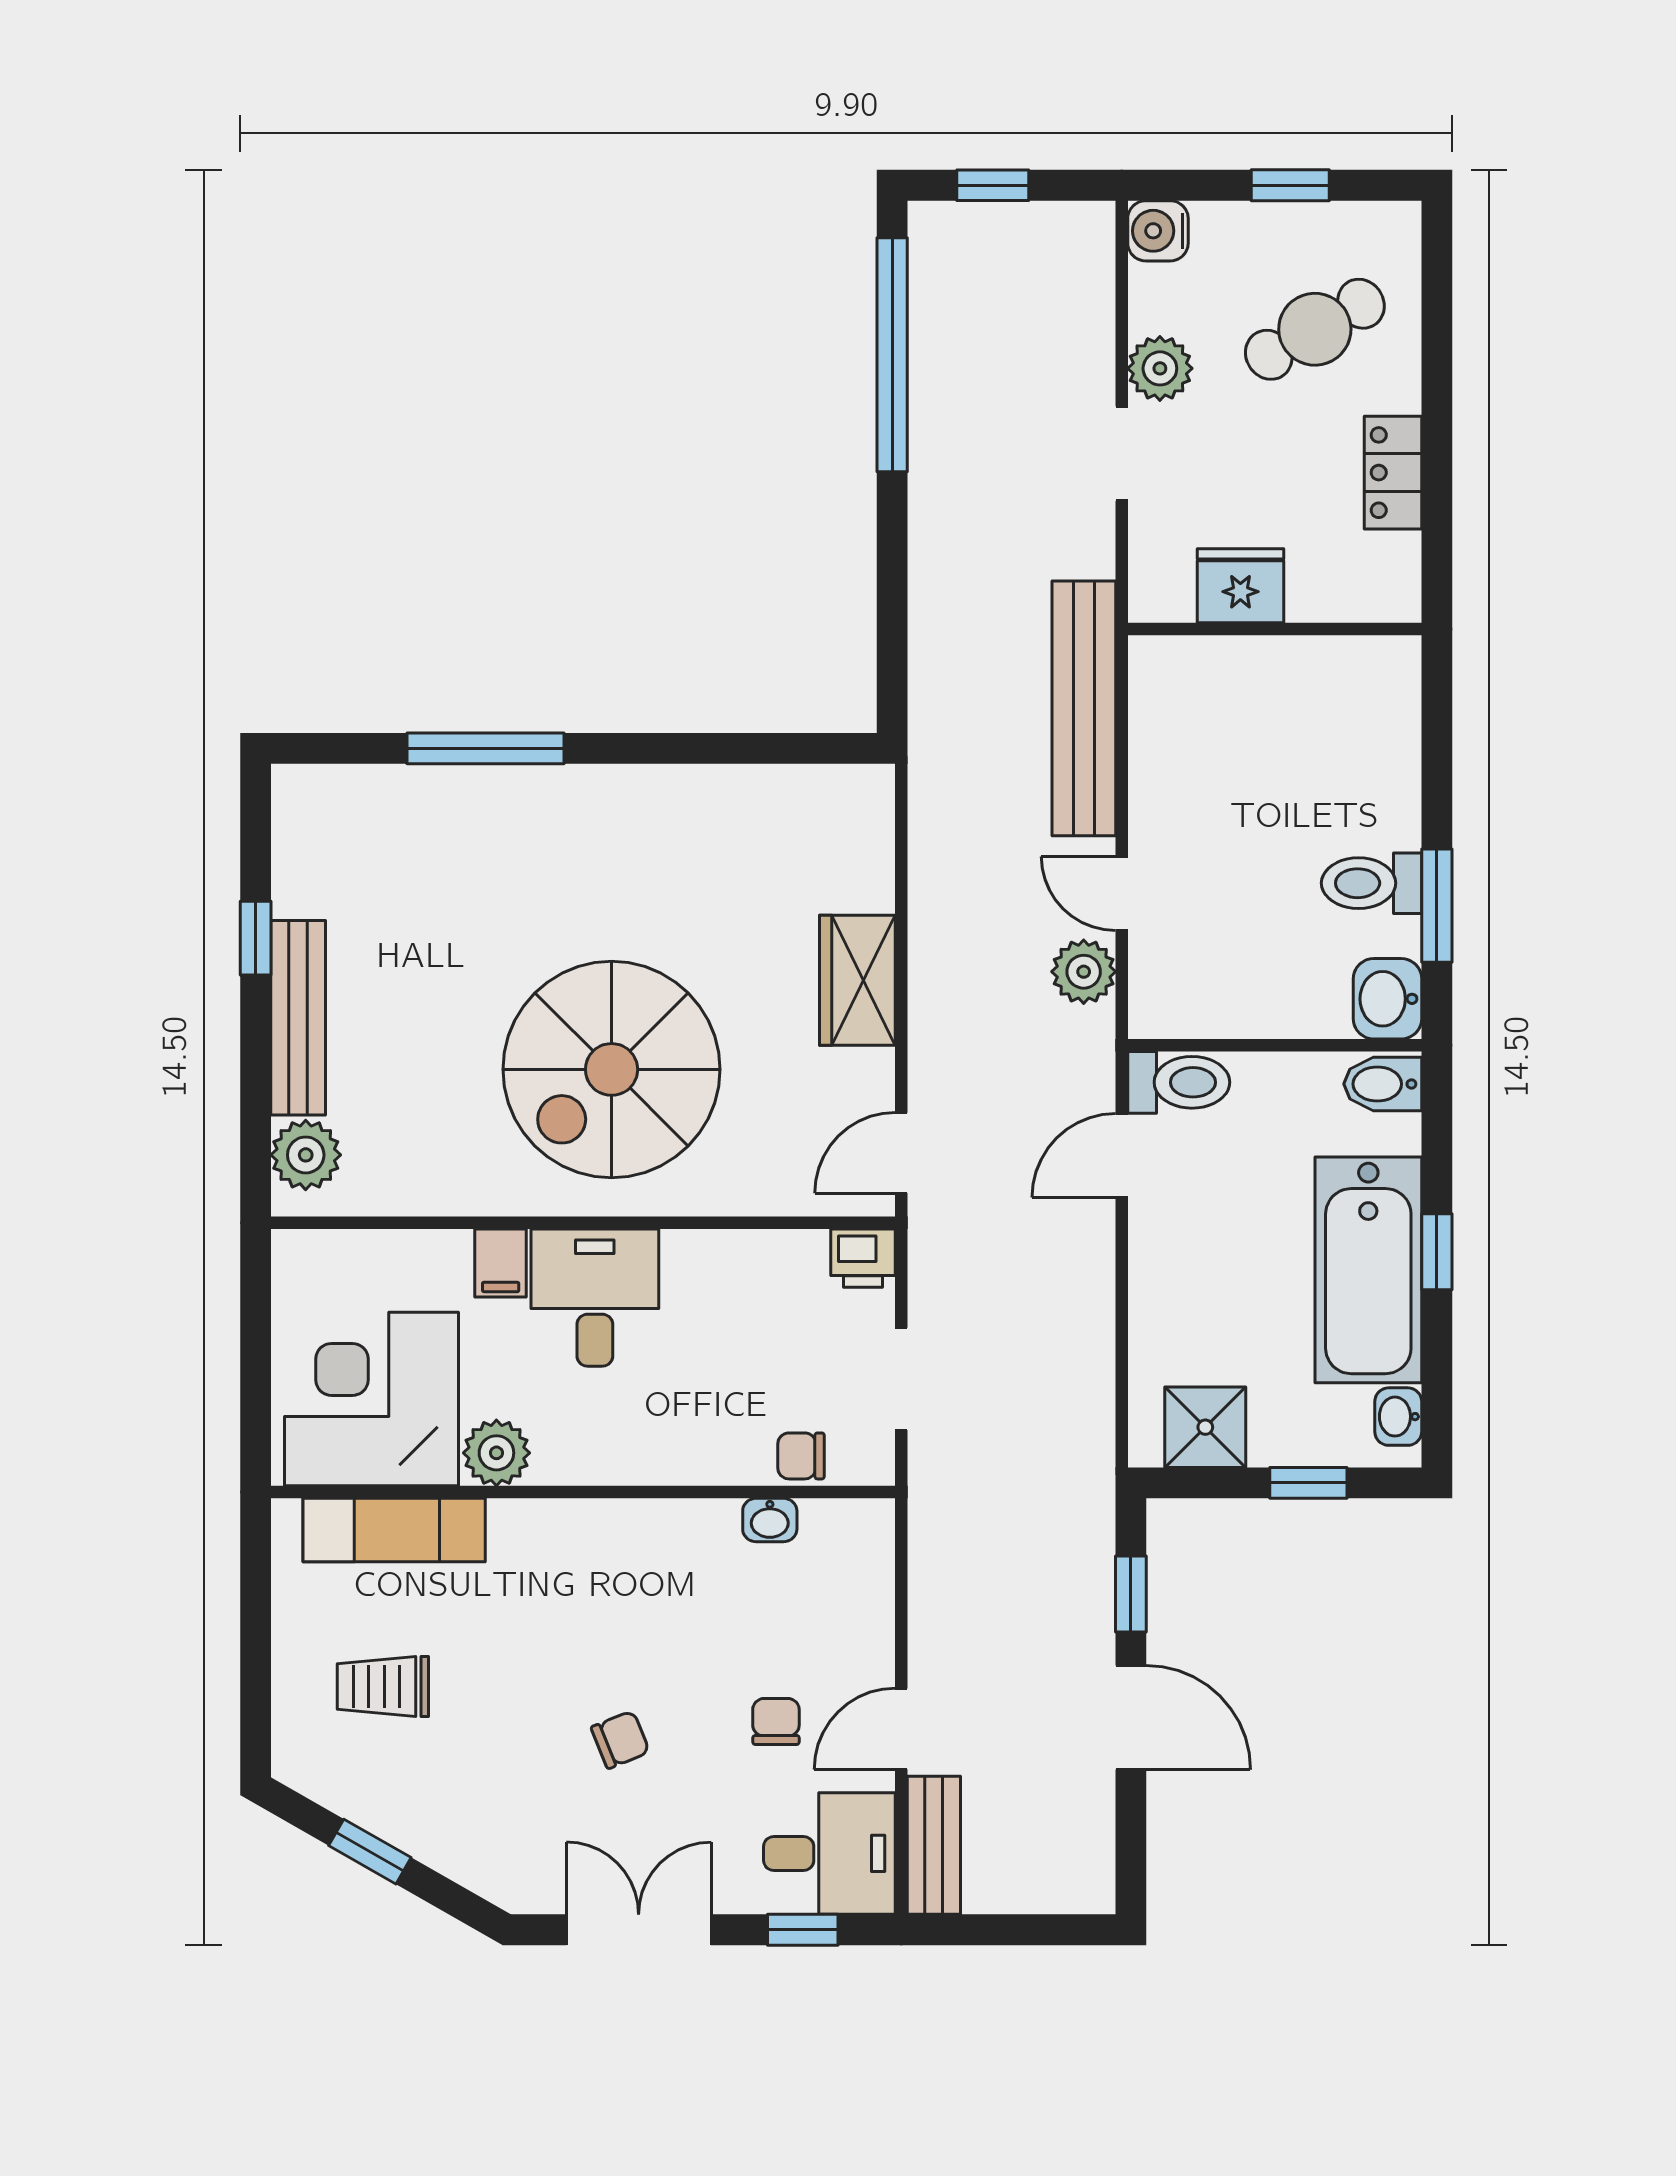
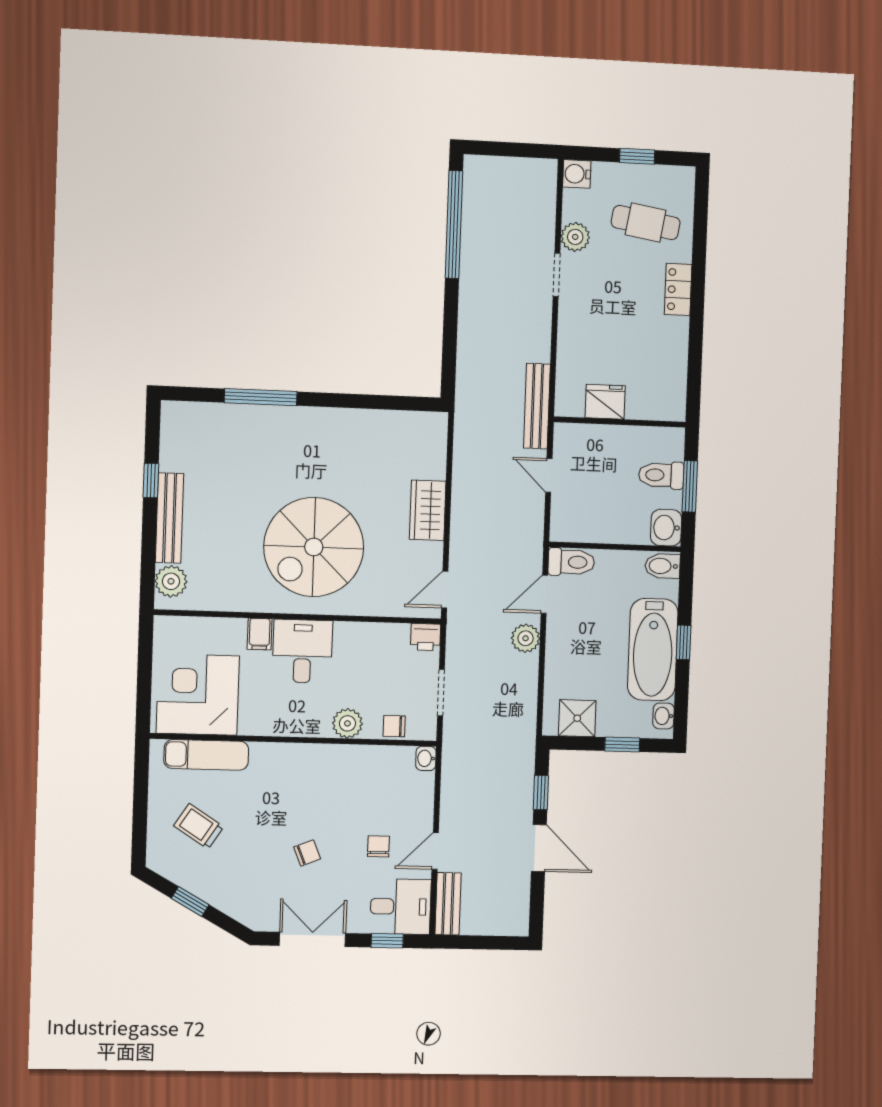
window: (993, 185) -> (503, 149), removed
cafe table: (1315, 329) -> (646, 223), turned 38
fridge: (1240, 586) -> (605, 402), moved
wall: (1275, 629) -> (620, 422), moved
bench: (1084, 708) -> (537, 406), width x0.73, depth x0.82
plant: (1084, 972) -> (526, 638), moved
plant: (496, 1453) -> (347, 723), moved
washbasin: (770, 1520) -> (426, 758), moved, turned 90
trolley: (383, 1687) -> (199, 826), turned 33

